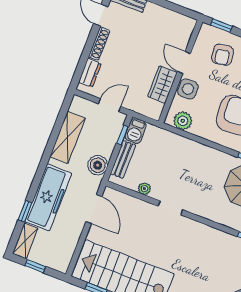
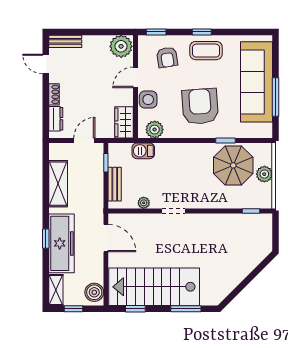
plant: (181, 26) -> (121, 46), added
shoe rack: (99, 44) -> (54, 94), width x0.70
door: (184, 62) -> (136, 77), hinge flipped
wardrobe: (162, 84) -> (124, 122), moved
barbecue: (136, 131) -> (143, 151), moved, turned 90
boiler: (98, 165) -> (94, 292), moved
window: (25, 211) -> (46, 239), moved

